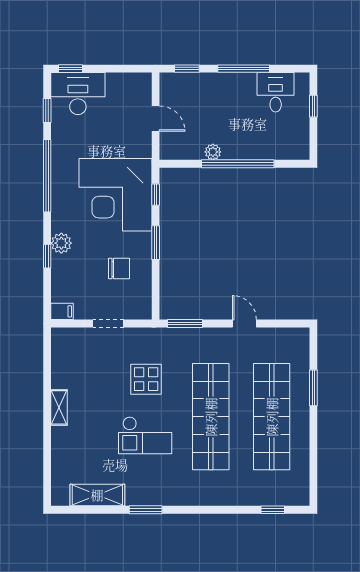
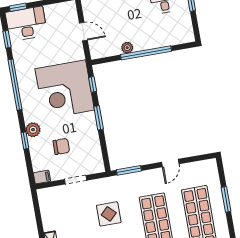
chair: (119, 269) -> (61, 146), moved
door: (244, 323) -> (170, 163), swing flipped

